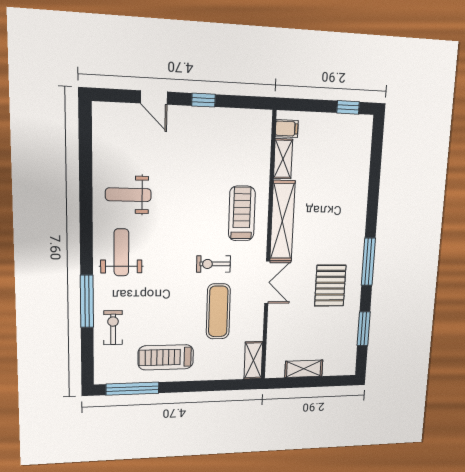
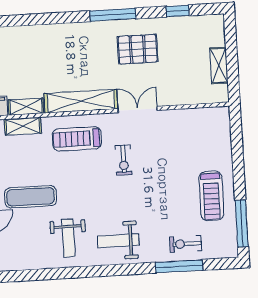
window: (87, 301) -> (179, 266), moved
exercise mat: (218, 311) -> (31, 197), moved
window: (364, 329) -> (178, 11), width x0.67
shelving: (253, 360) -> (23, 126), moved

